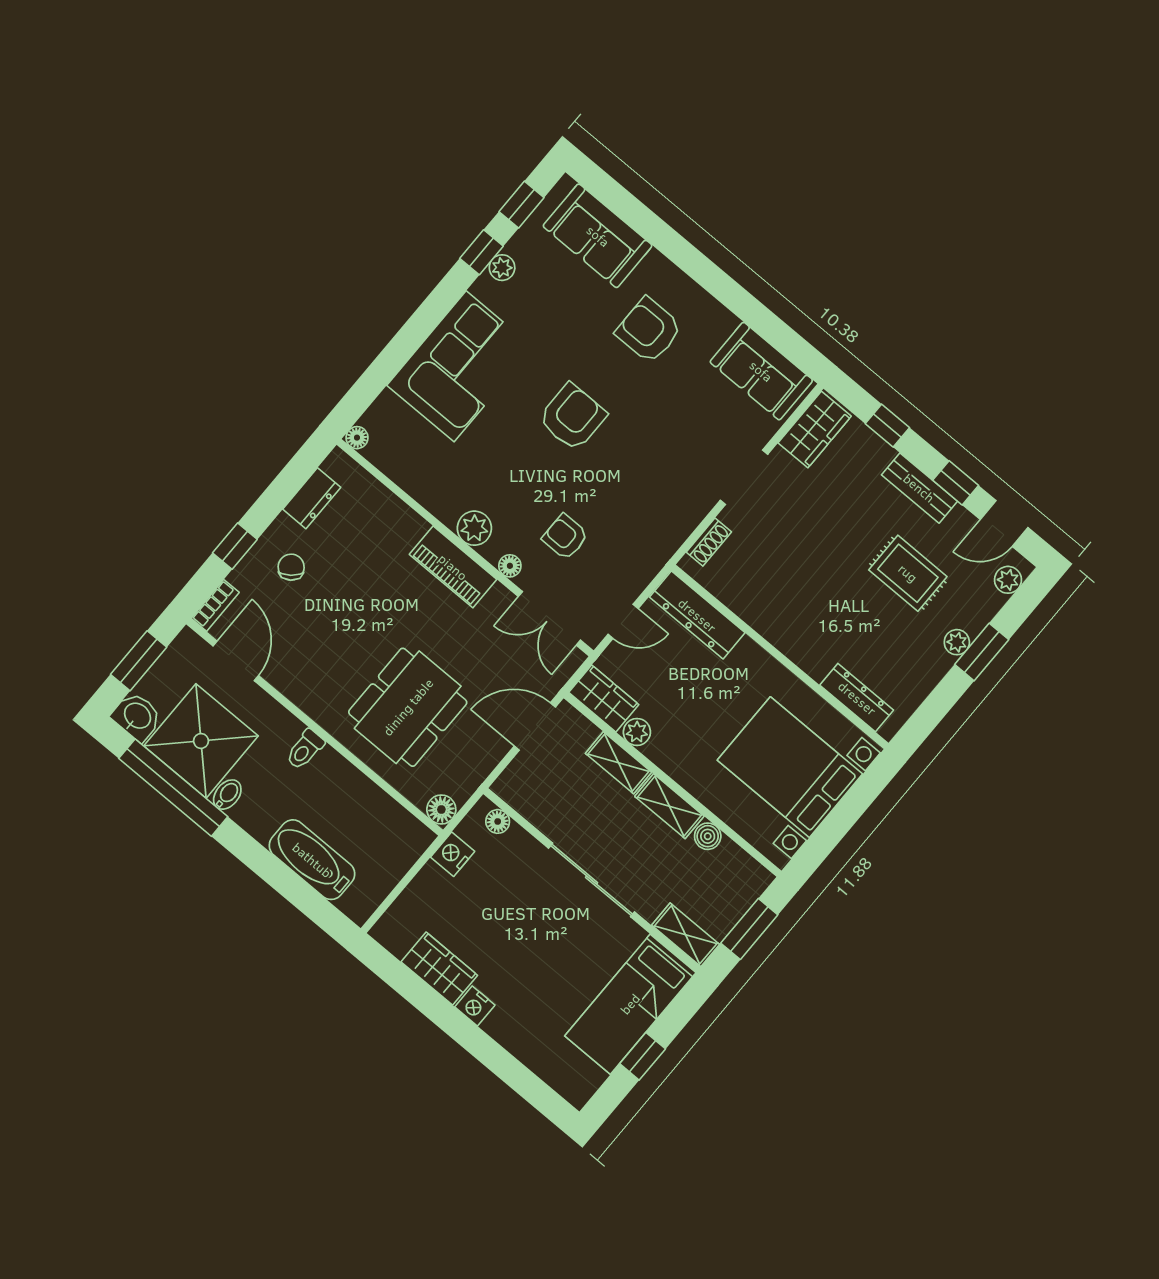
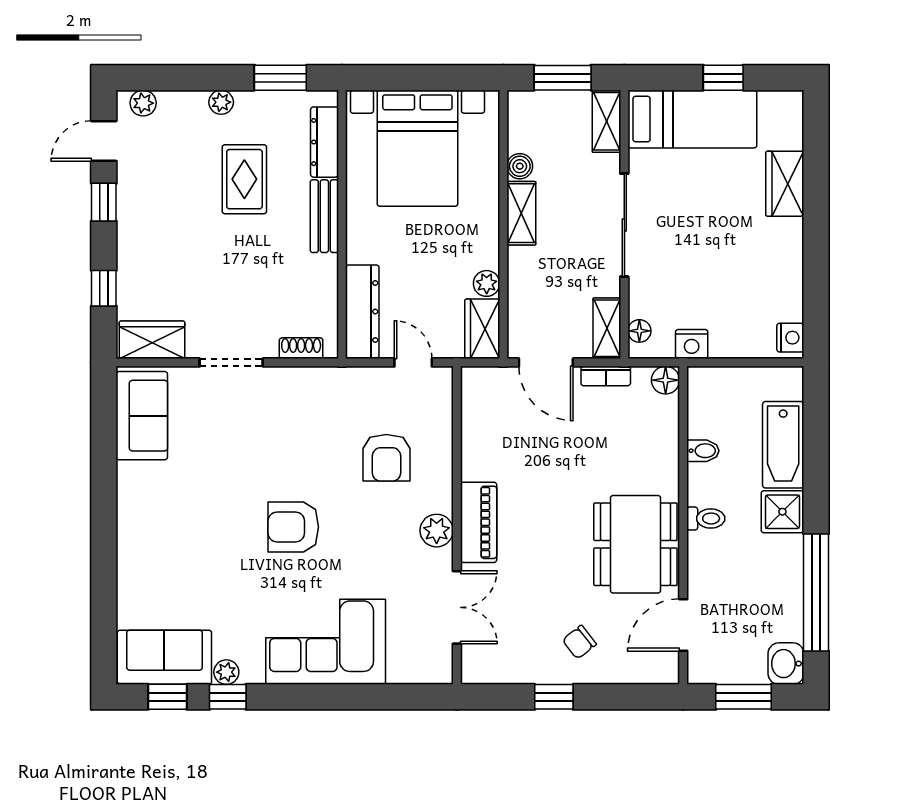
sofa: (598, 236) -> (164, 657), moved, turned -90
armchair: (649, 330) -> (181, 524), removed
floor lamp: (357, 438) -> (442, 674), removed
bench: (919, 488) -> (324, 216), moved
dresser: (312, 498) -> (516, 670), removed
door: (1004, 523) -> (104, 141), swing flipped
armchair: (565, 537) -> (386, 458), width x1.38, depth x1.38
window: (235, 546) -> (554, 697), moved
floor lamp: (510, 566) -> (442, 481), removed
rug: (908, 573) -> (244, 179), moved
bookcase: (215, 605) -> (606, 376), moved, turned 180
double door: (549, 618) -> (457, 607), moved
window: (982, 652) -> (280, 78), moved
dining table: (408, 707) -> (635, 544), moved, turned 90
shower: (201, 741) -> (782, 512), moved, width x0.54, depth x0.54
shelving: (618, 763) -> (607, 328), moved
bidet: (227, 795) -> (703, 451), moved, turned 180
wardrobe: (439, 969) -> (785, 184), moved
nightstand: (475, 1006) -> (790, 338), moved

